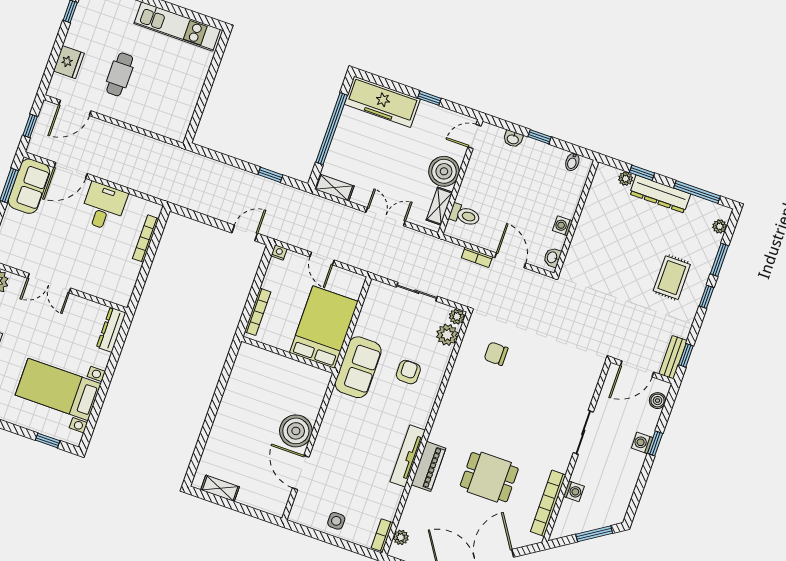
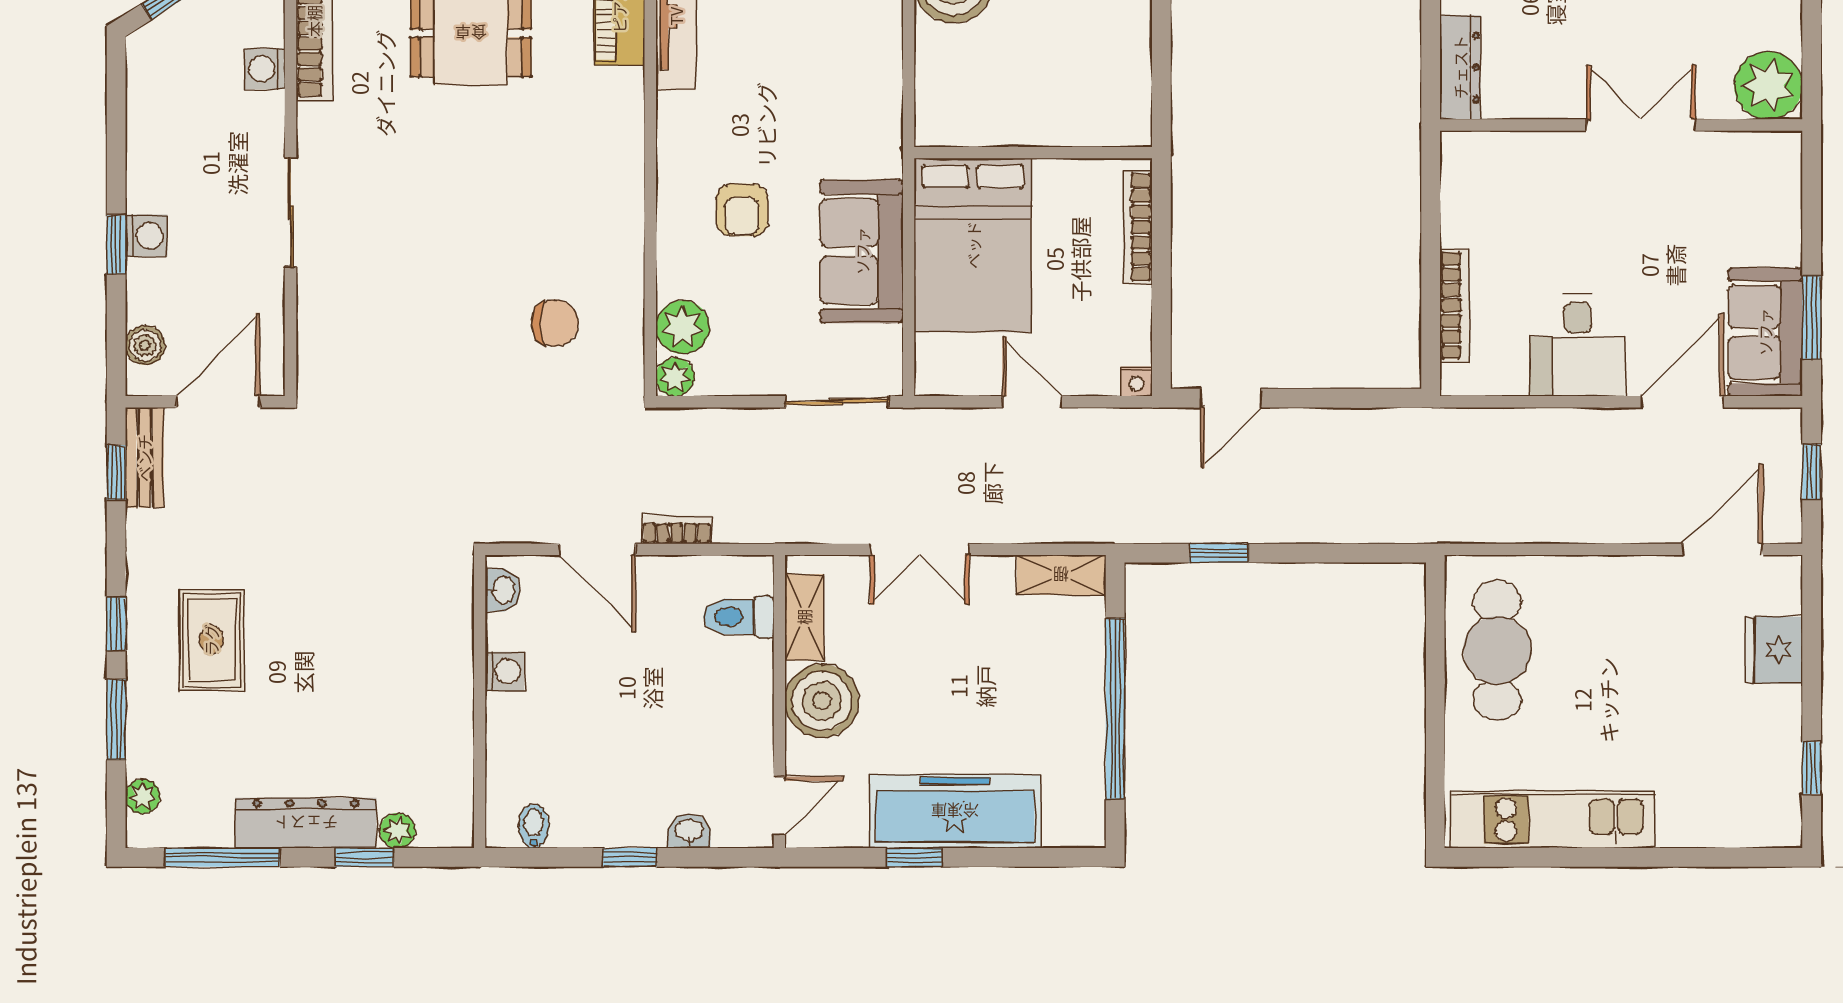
cafe table: (120, 74) -> (1497, 650), moved, width x1.37, depth x1.35
freezer: (382, 102) -> (955, 811), moved
sliding door: (417, 292) -> (837, 402), moved
sofa: (358, 367) -> (862, 251), moved

